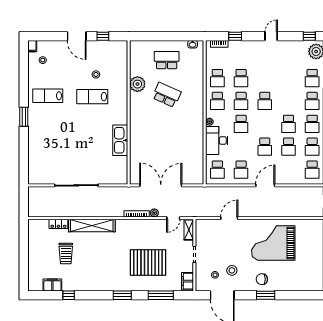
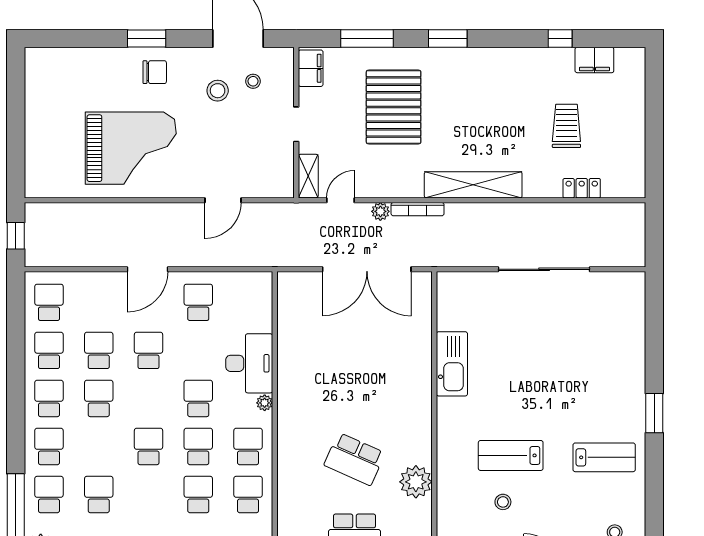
lab bench: (92, 97) -> (511, 455), turned 180
school desk: (217, 170) -> (99, 494), moved
shelving: (92, 226) -> (473, 185), moved
pallet: (148, 263) -> (394, 107), turned 90

